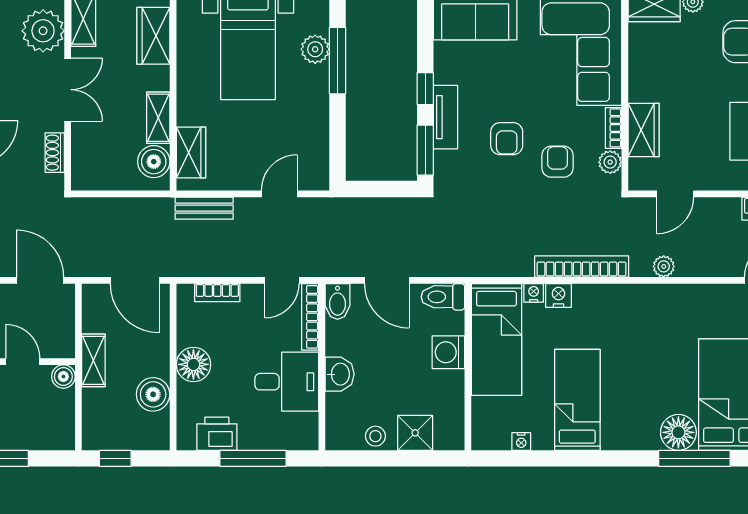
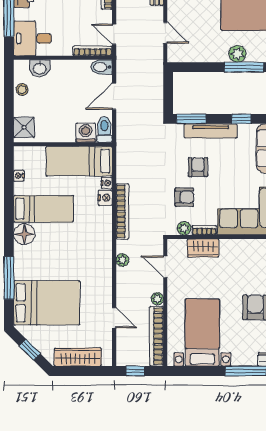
plant: (315, 49) -> (237, 54), moved
window: (425, 89) -> (241, 119), moved
tv unit: (445, 117) -> (211, 131), width x1.41
armchair: (507, 139) -> (198, 167), turned 90
plant: (729, 207) -> (157, 299), added
washing machine: (448, 352) -> (86, 133), moved
washbasin: (340, 374) -> (40, 68), moved
desk: (287, 382) -> (33, 38), moved, turned 90
floor lamp: (678, 432) -> (24, 234), moved
shower: (415, 433) -> (24, 127), moved

